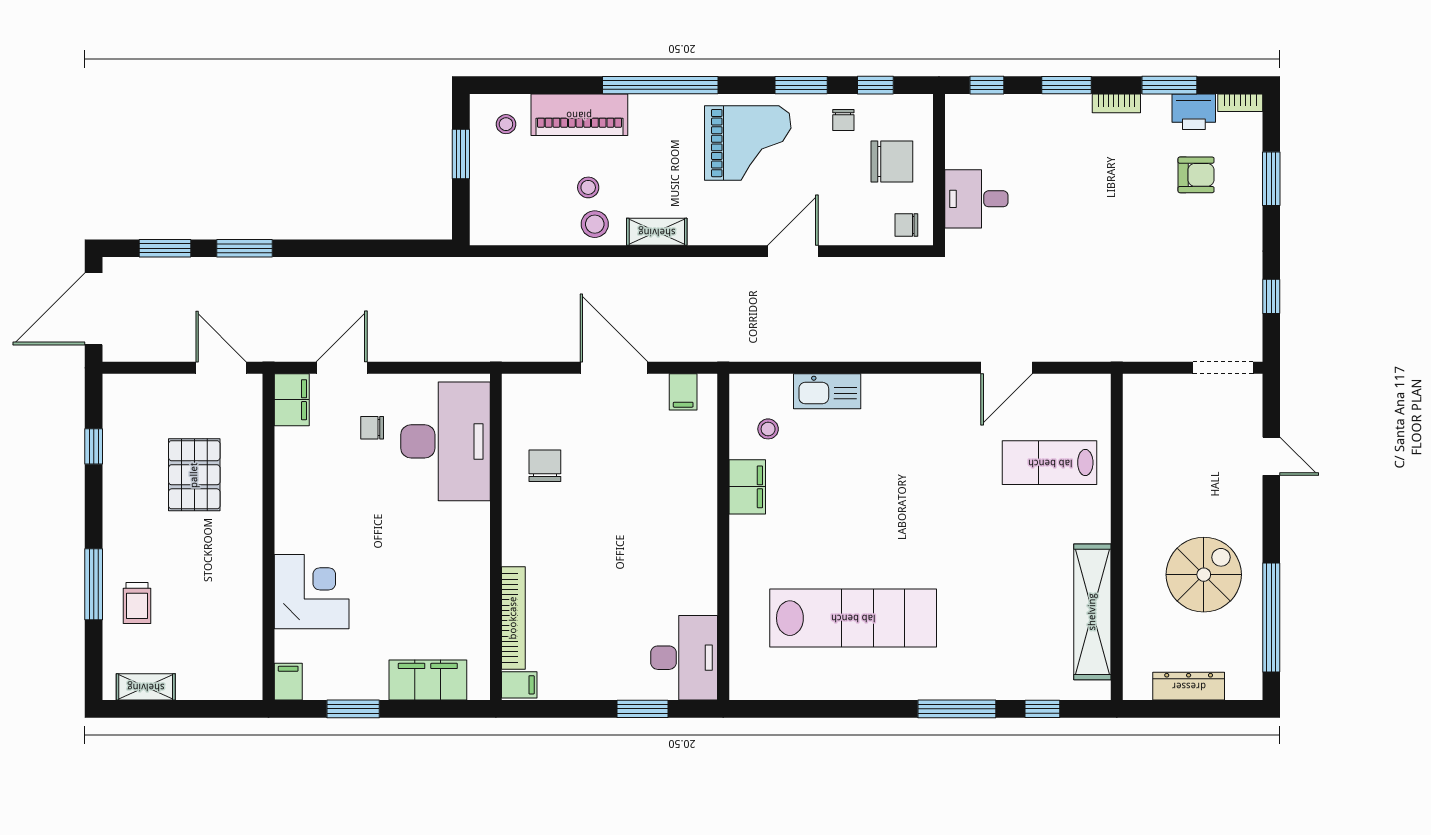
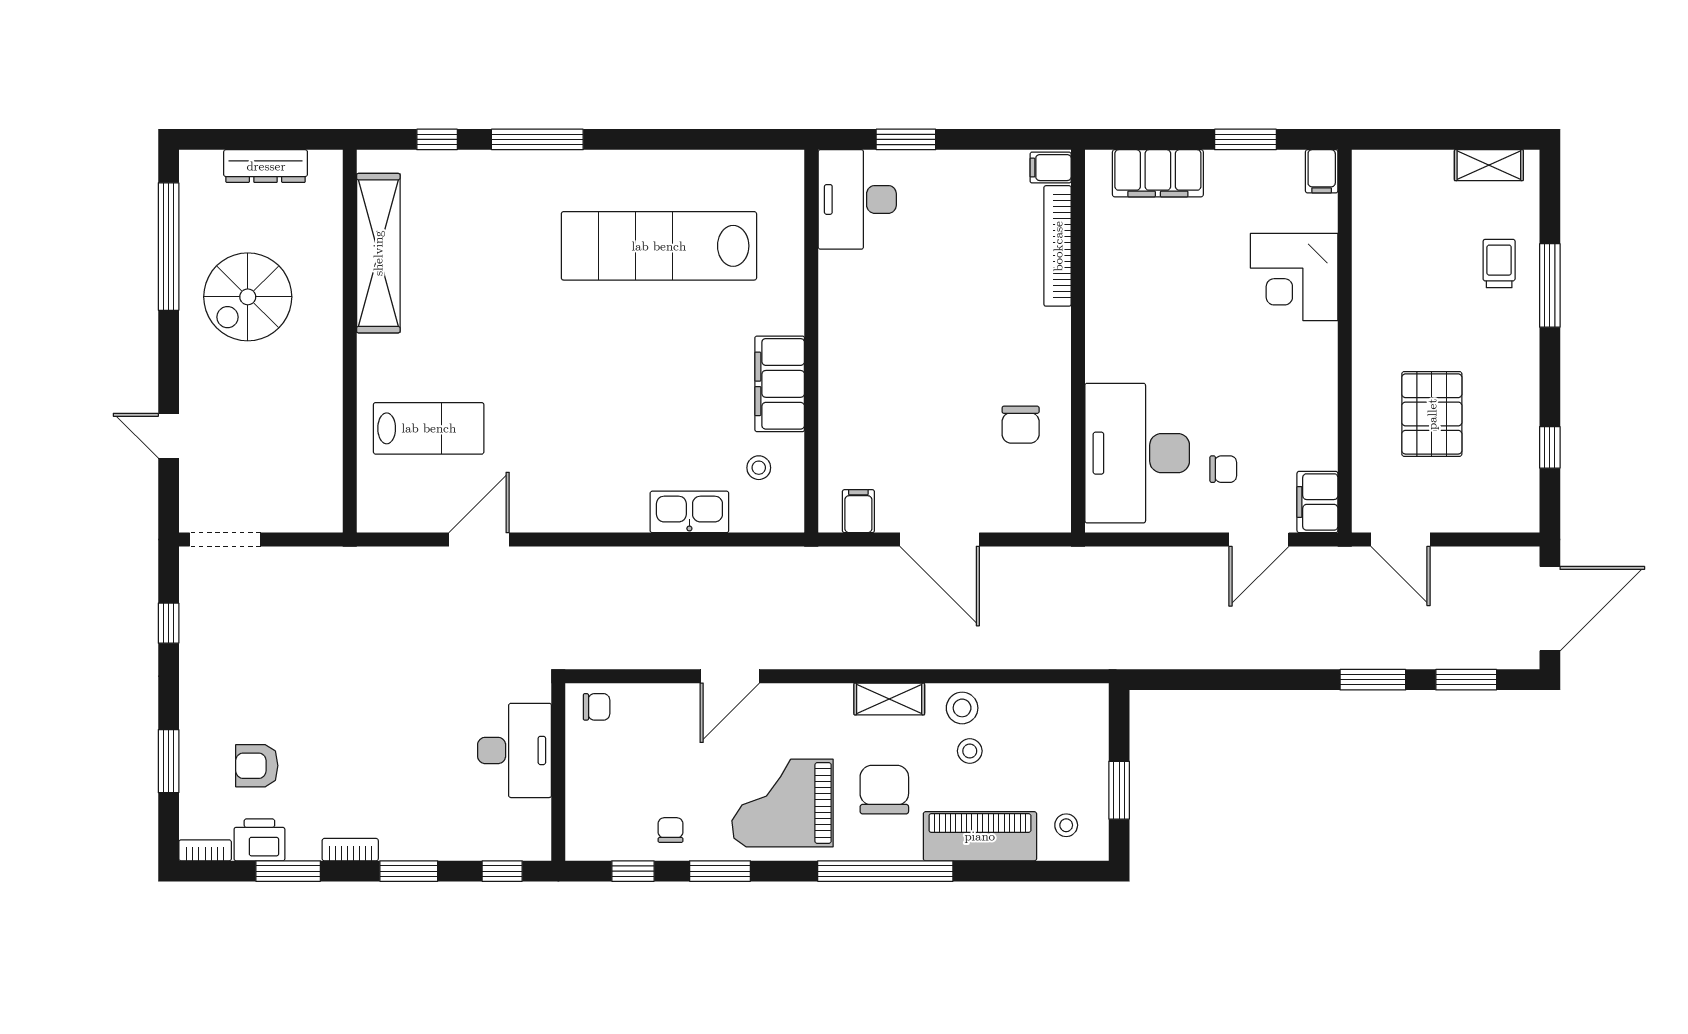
chair: (892, 162) -> (884, 790), moved, turned 90
desk: (976, 199) -> (515, 750), width x1.37
filing cabinet: (747, 487) -> (780, 384), width x1.50, depth x1.17

